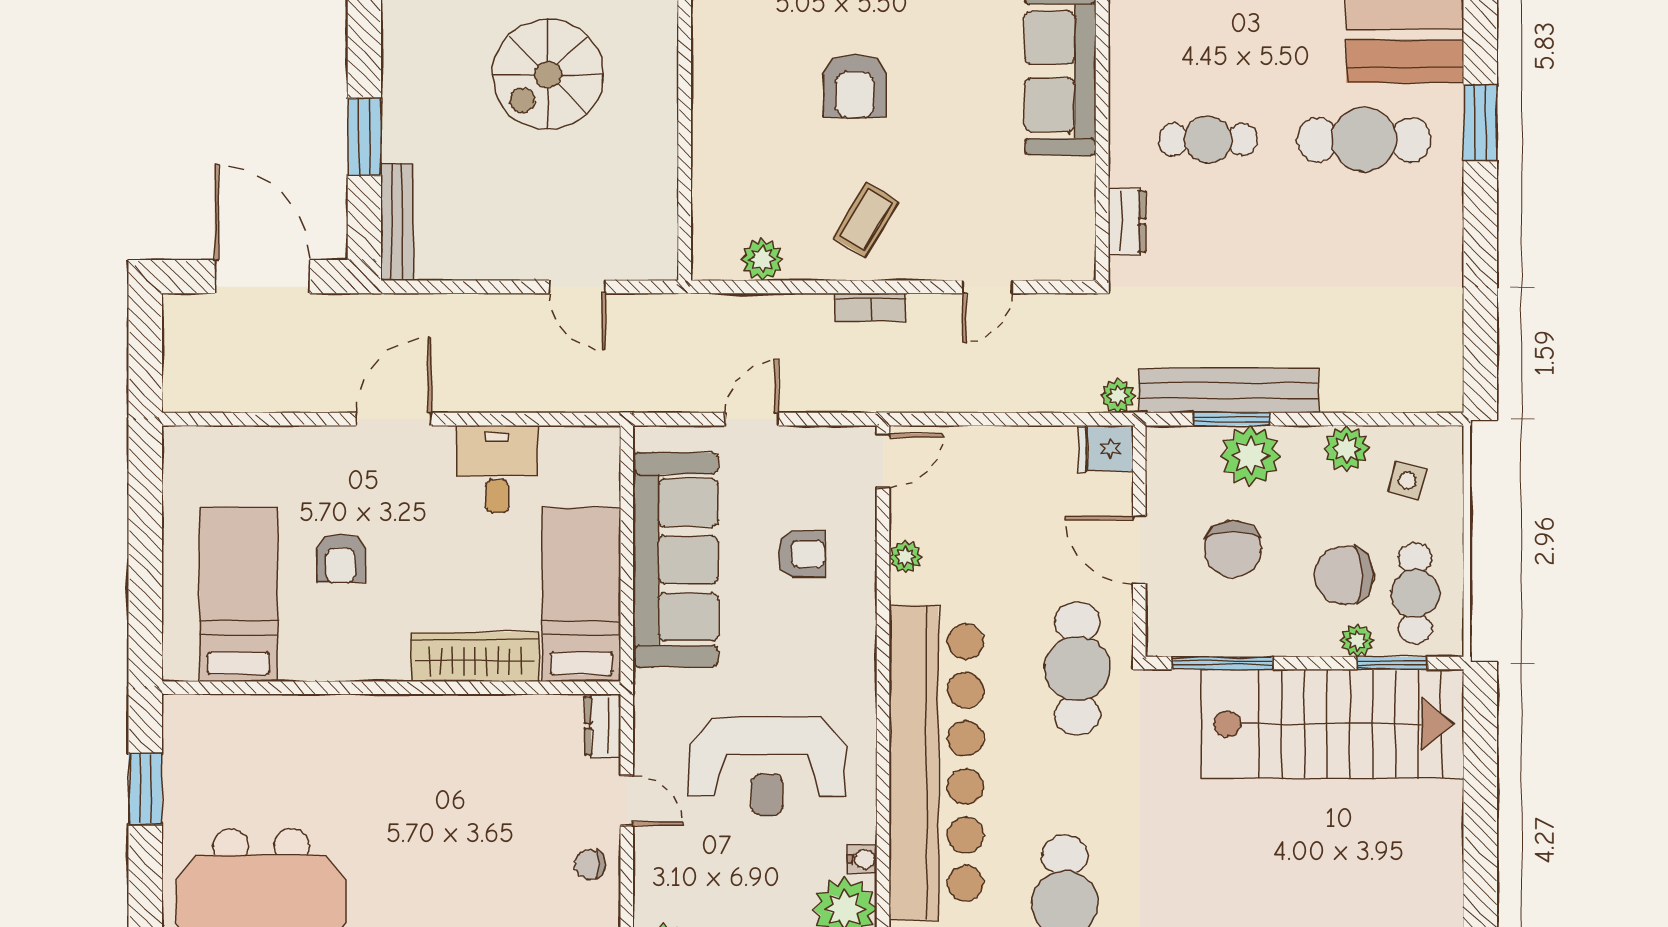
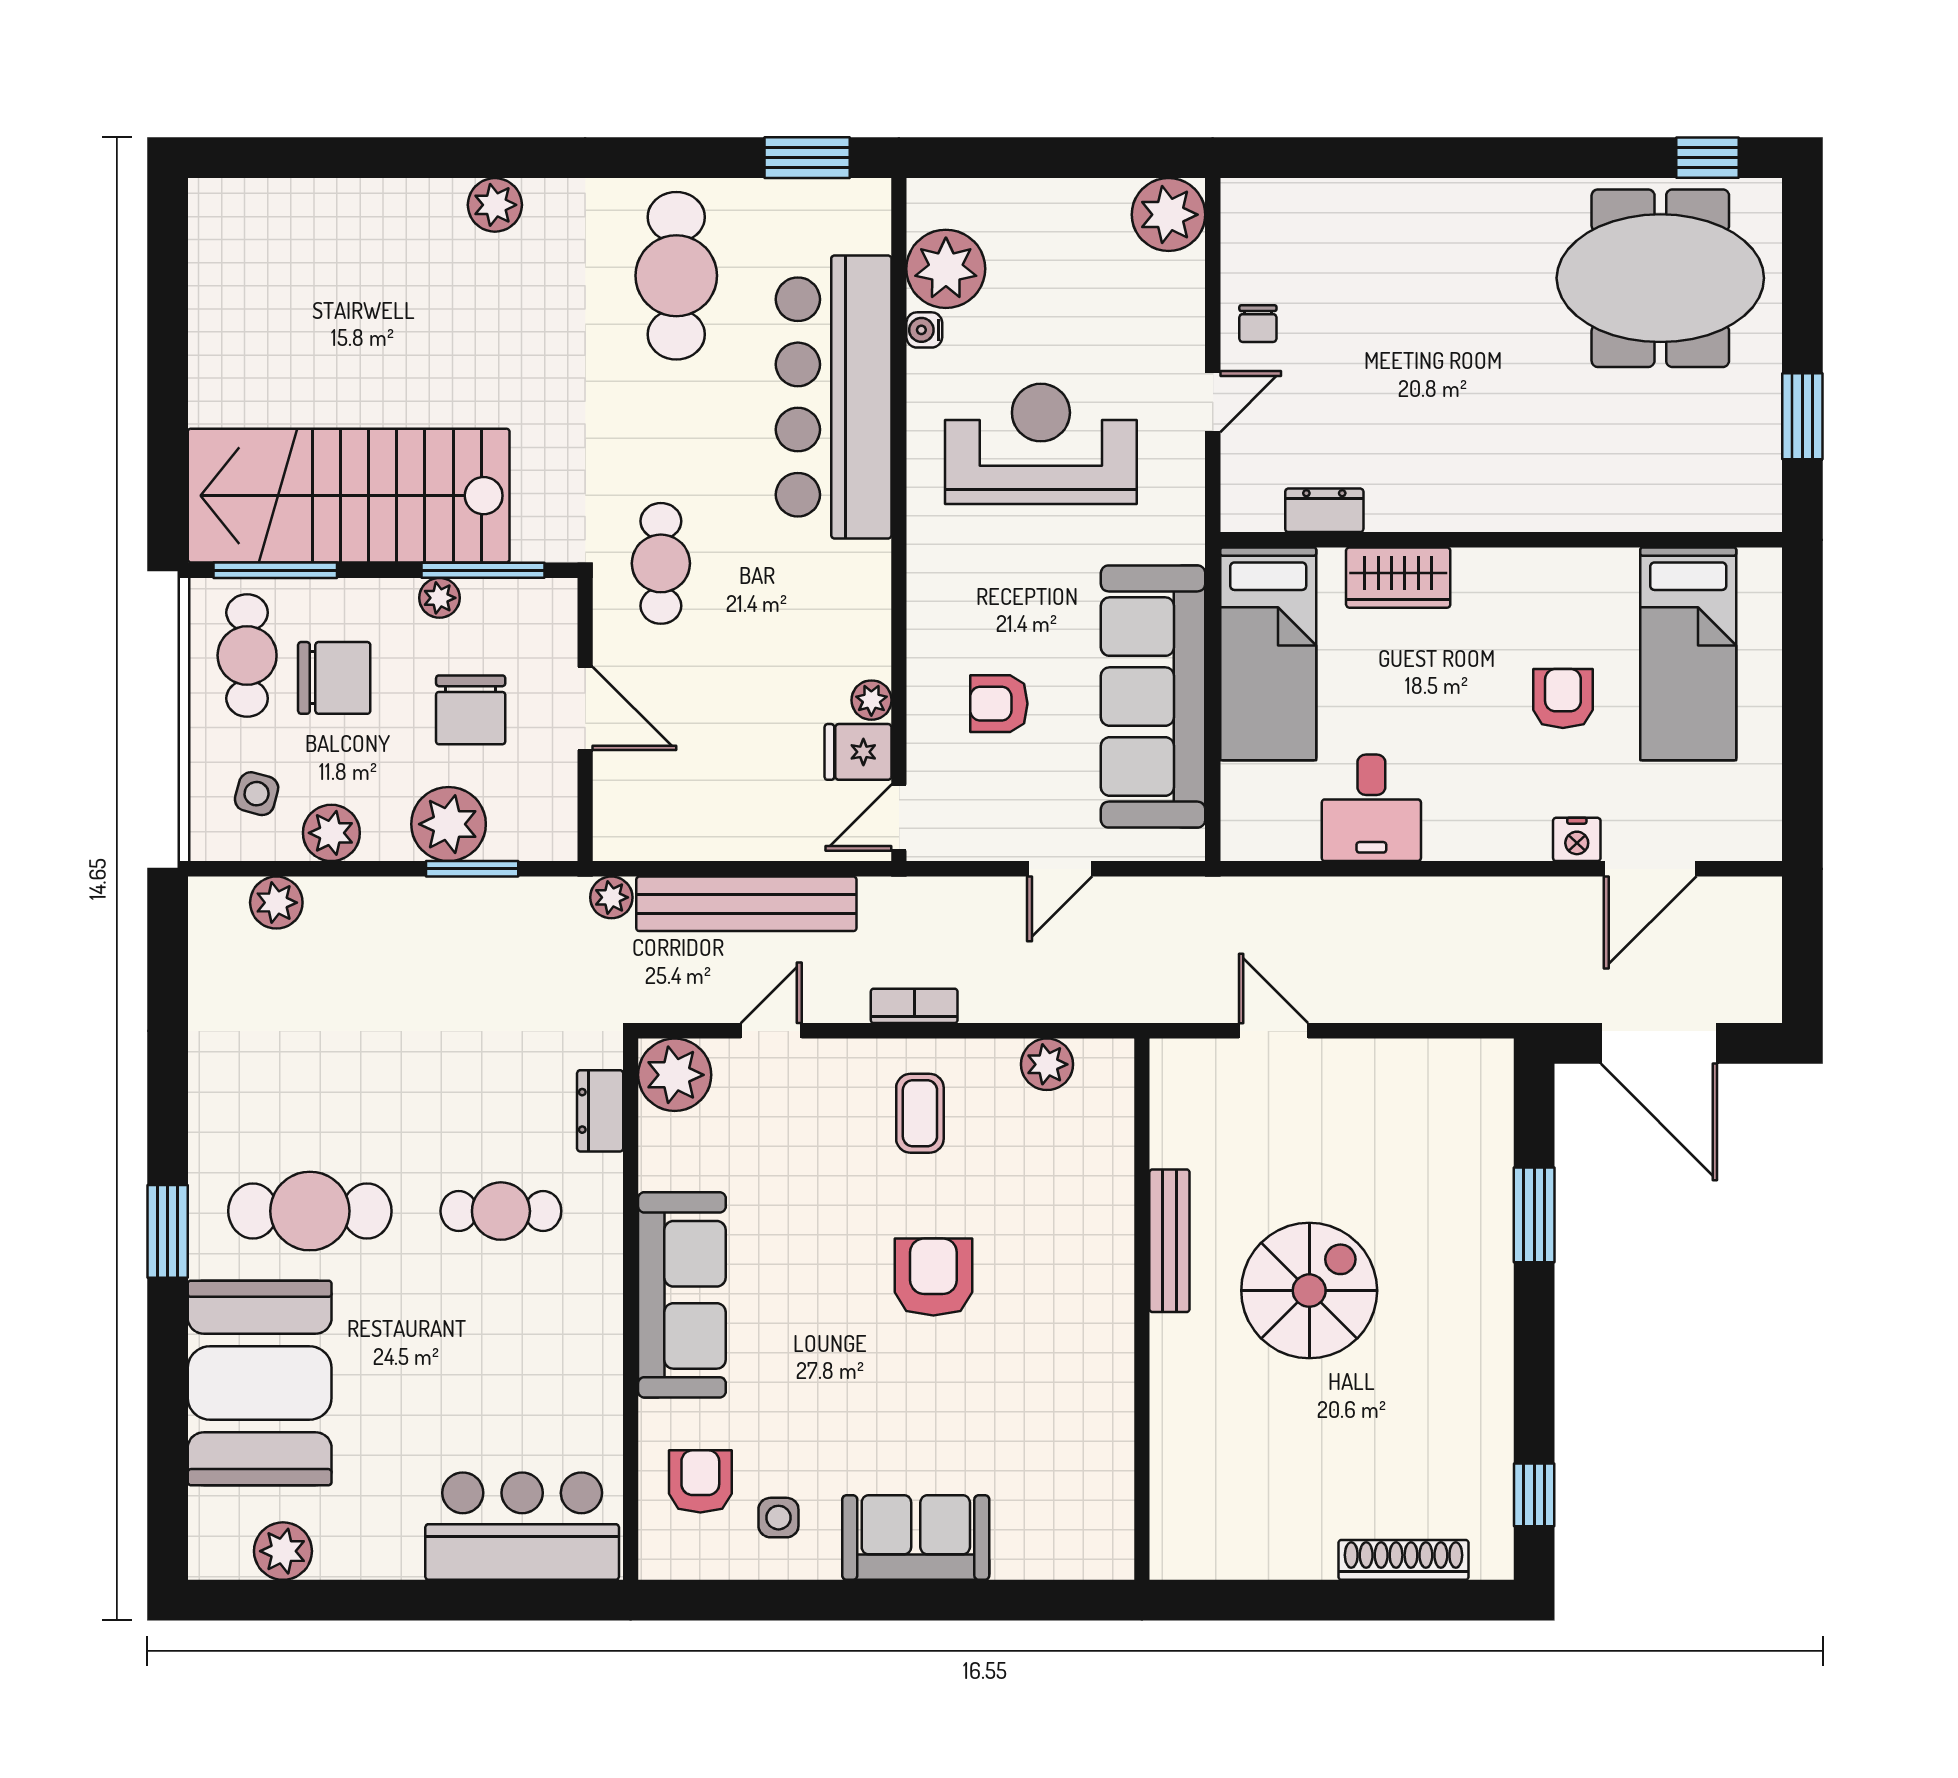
coffee table: (866, 220) -> (920, 1113), turned -31
bench: (397, 222) -> (1169, 1241), moved
plant: (1066, 251) -> (675, 1075), added
bench: (1228, 391) -> (746, 904), moved
plant: (1391, 392) -> (276, 903), added
door: (394, 419) -> (1650, 869), moved
nightstand: (329, 443) -> (1577, 839), added
fridge: (1106, 449) -> (858, 752), moved, turned 180
chair: (1233, 549) -> (471, 710), turned 180
plant: (1357, 640) -> (439, 598), moved
wardrobe: (475, 657) -> (1398, 578), width x0.67
window: (1392, 663) -> (275, 570), width x1.44
cafe table: (1077, 668) -> (661, 563), width x0.73, depth x0.74
dresser: (603, 726) -> (1324, 510), moved, turned -90
bar counter: (936, 762) -> (834, 397), width x0.73
door: (627, 801) -> (1213, 402), swing flipped
chair: (590, 864) -> (1258, 324), turned 90

